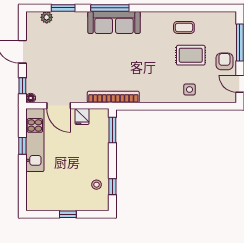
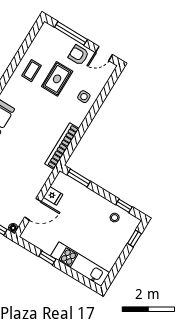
bookcase: (113, 97) -> (62, 146), moved
kitchen unit: (35, 140) -> (80, 264), moved
window: (68, 214) -> (134, 238), moved

